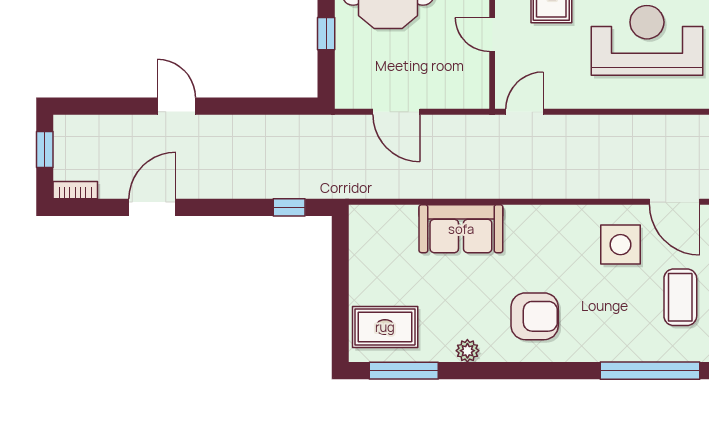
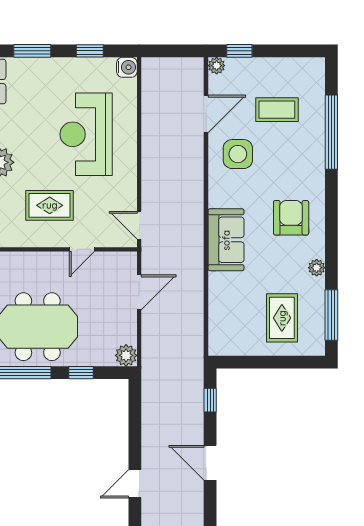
plant: (349, 94) -> (126, 355), added
door: (396, 112) -> (139, 292), moved
door: (152, 207) -> (210, 463), moved
sofa: (461, 229) -> (226, 240), moved
rug: (385, 327) -> (282, 318), moved

